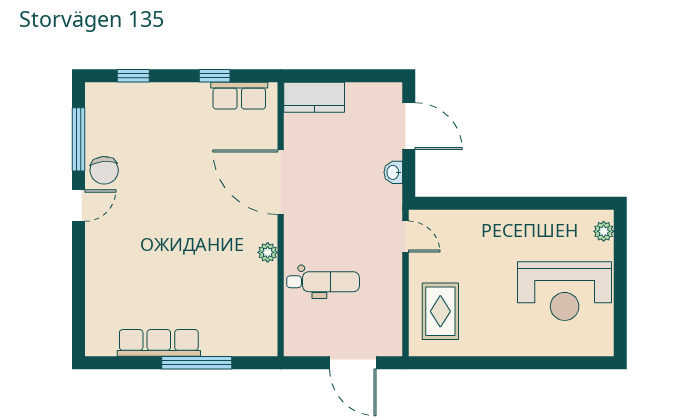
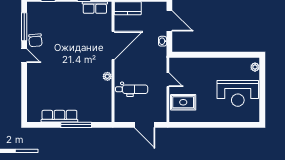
door: (281, 182) -> (113, 46), swing flipped
door: (78, 206) -> (24, 56), hinge flipped
door: (405, 237) -> (168, 80), moved
rug: (440, 311) -> (183, 102), turned 90

